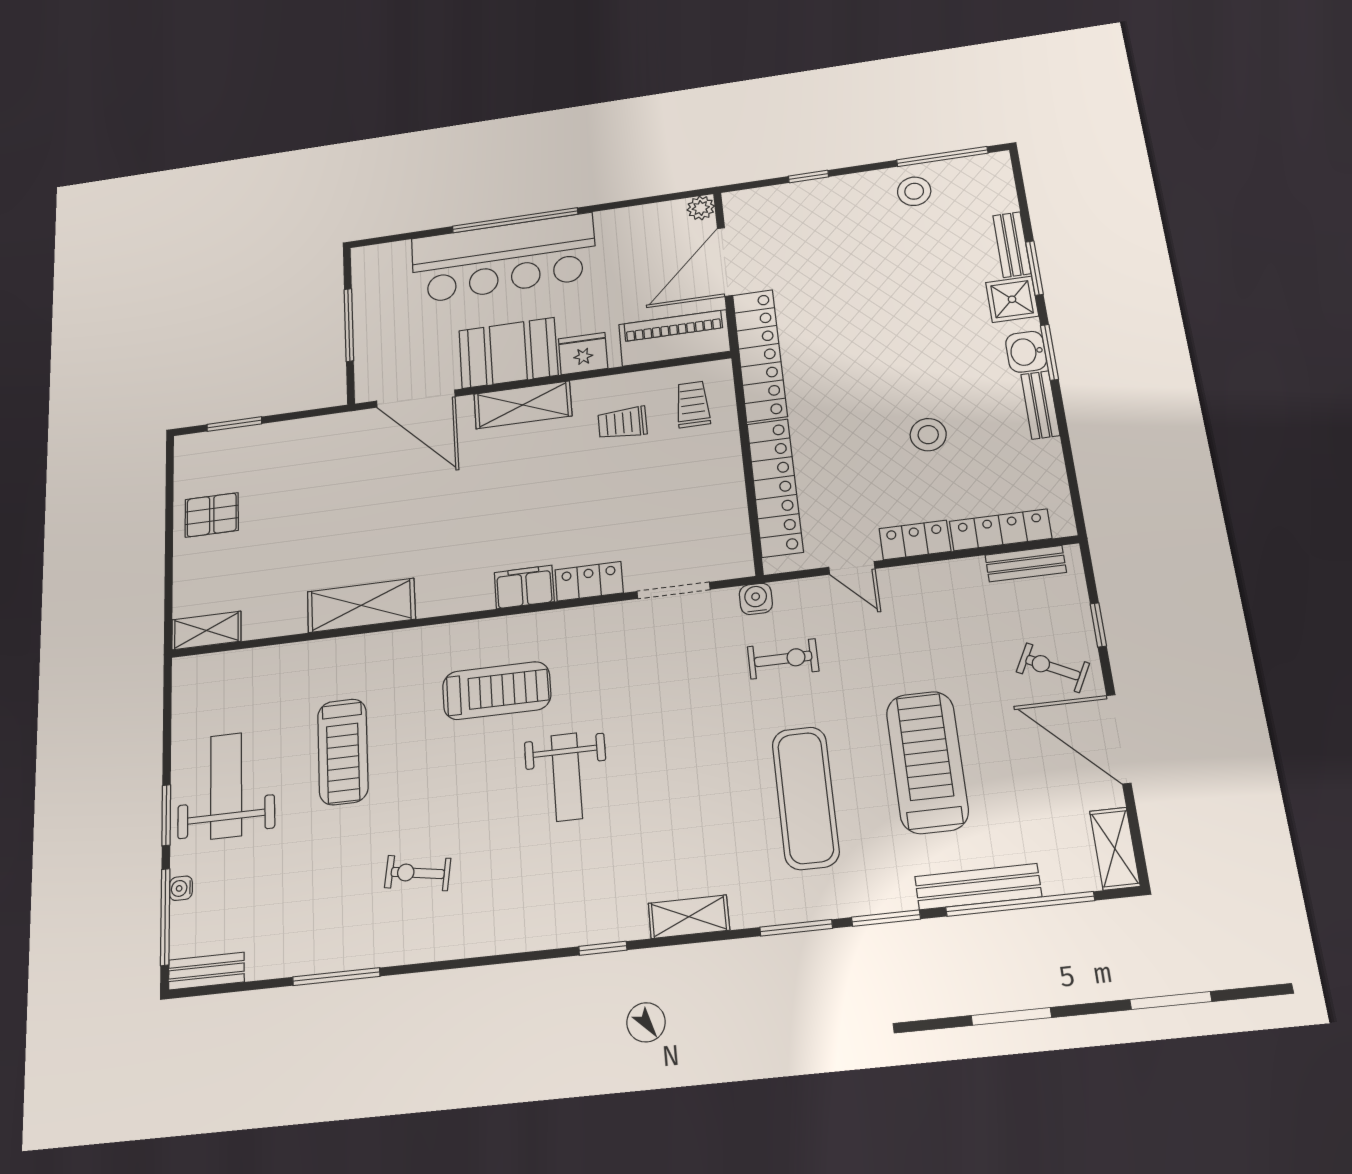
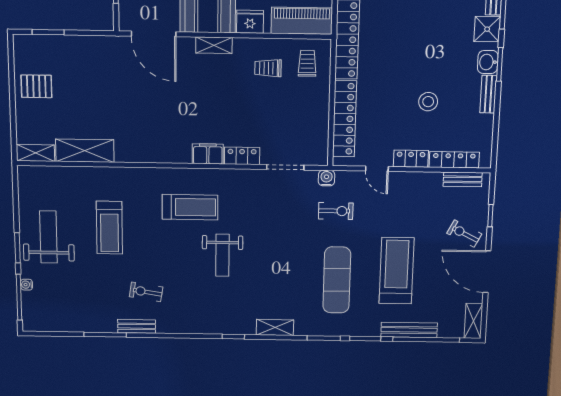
shelving: (523, 405) -> (214, 45), width x0.67, depth x0.75
shelving: (361, 605) -> (85, 151), moved
bench: (206, 971) -> (137, 326), moved

